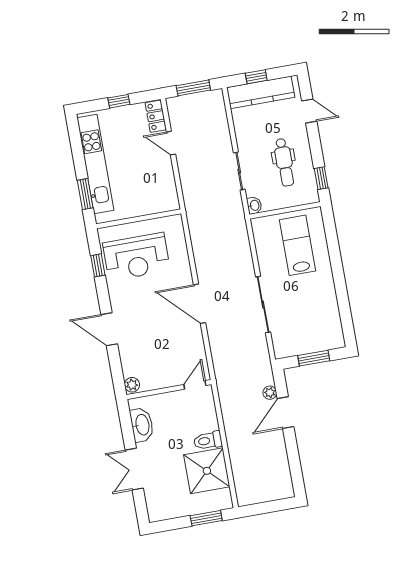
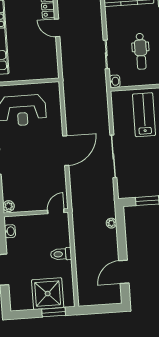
door: (200, 304) -> (66, 151), swing flipped
door: (285, 413) -> (124, 272), moved
washbasin: (142, 425) -> (10, 231), width x0.52, depth x0.69
shower: (207, 471) -> (48, 294), moved

